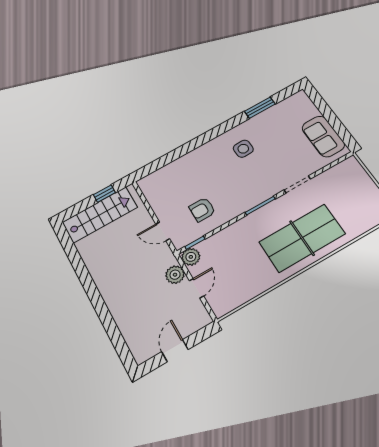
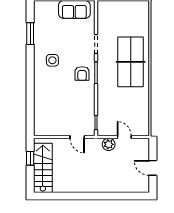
armchair: (202, 210) -> (82, 73), moved
door: (163, 231) -> (77, 137), hinge flipped
plant: (191, 257) -> (103, 130), removed

